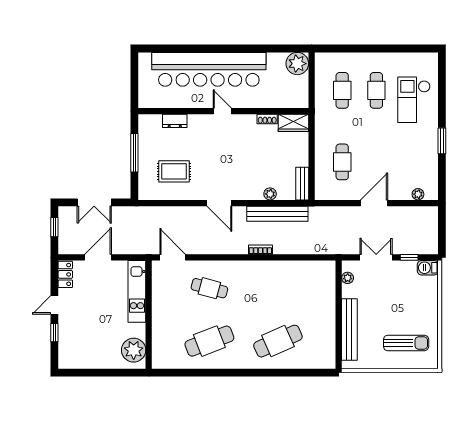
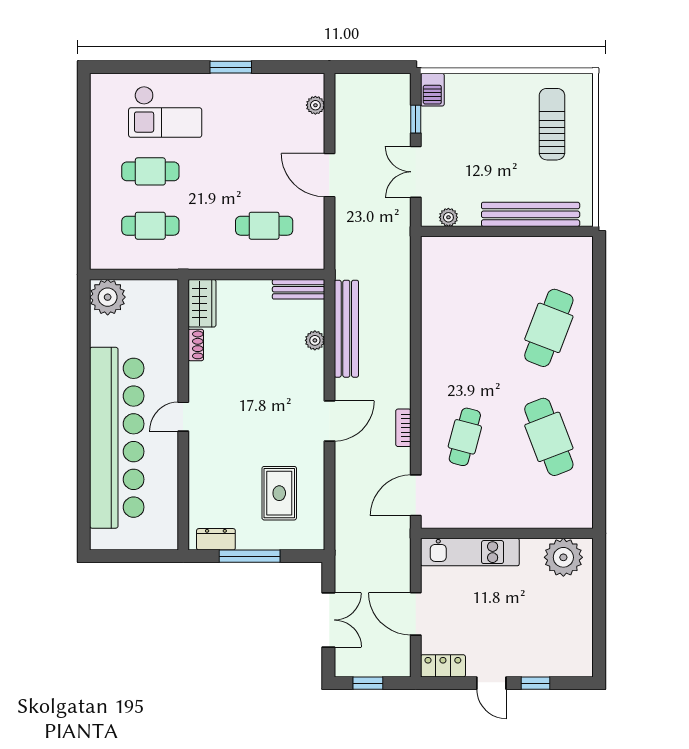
dresser: (175, 121) -> (216, 539), moved, turned -90
bookcase: (260, 250) -> (403, 428), moved
cafe table: (278, 341) -> (549, 328), turned 45

